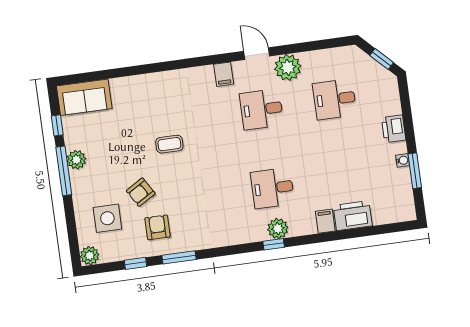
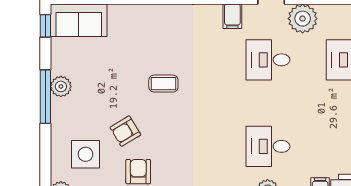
window: (57, 125) -> (45, 26), moved

